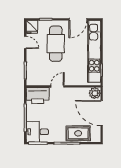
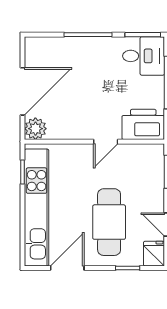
door: (102, 113) -> (23, 91), hinge flipped
rug: (78, 133) -> (67, 53), removed

